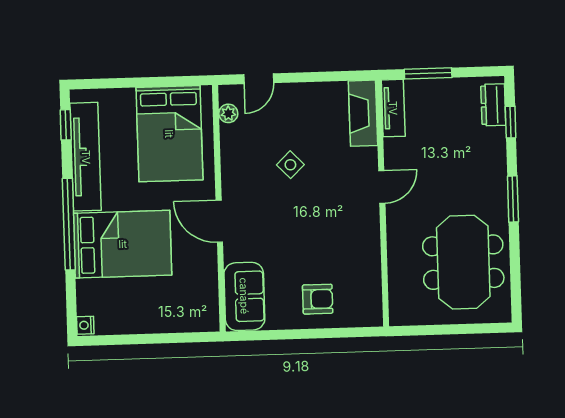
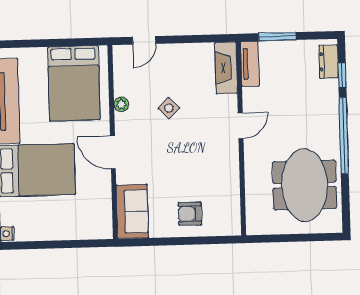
plant: (228, 113) -> (121, 104), moved
window: (513, 199) -> (344, 136), width x2.11
armchair: (318, 299) -> (190, 214), turned 180

